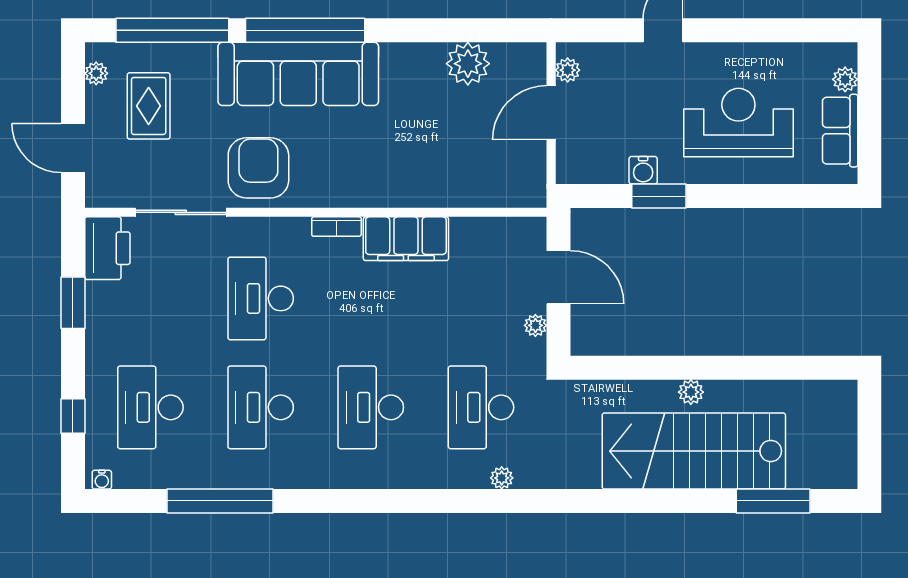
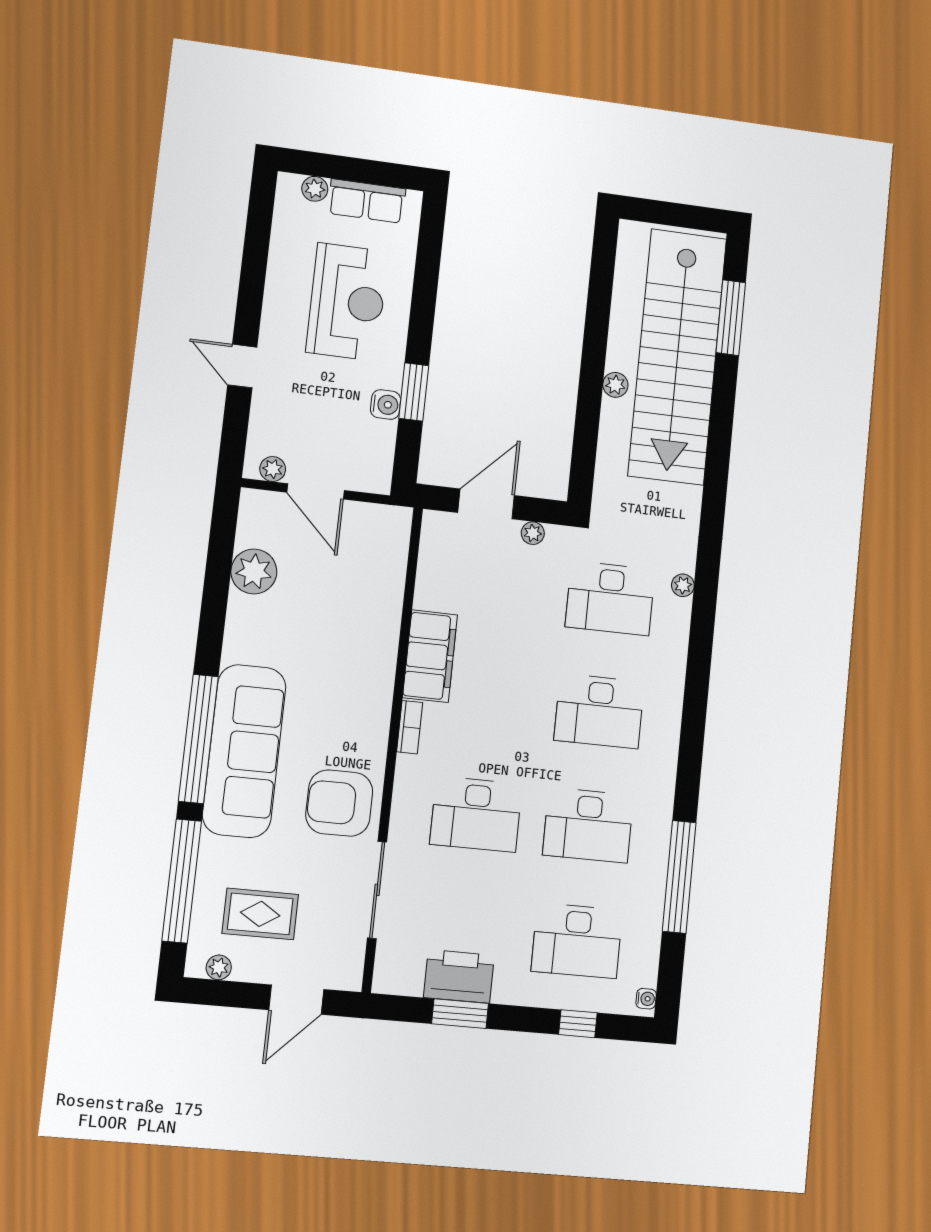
reception desk: (738, 123) -> (347, 302), turned 180
printer: (107, 248) -> (459, 976), moved
stairs: (694, 451) -> (677, 356), width x1.36

